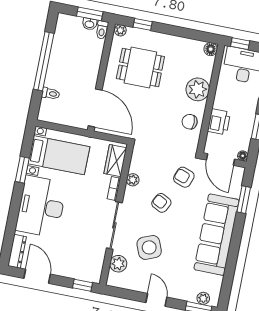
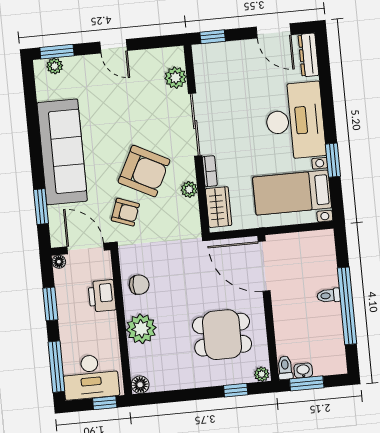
toilet: (51, 94) -> (329, 296), moved
armchair: (161, 203) -> (144, 171), width x1.88, depth x1.88
side table: (149, 247) -> (143, 110), removed

